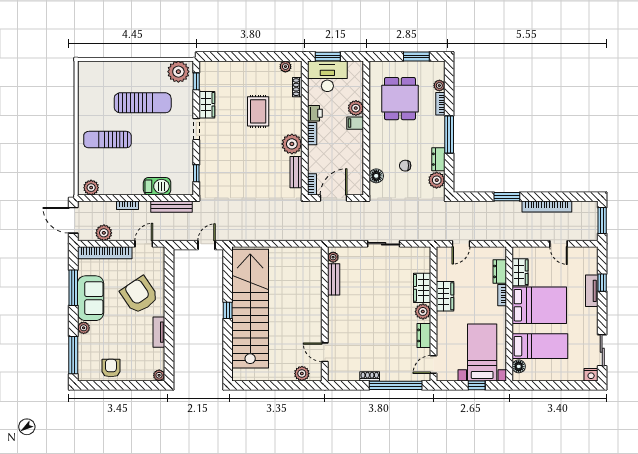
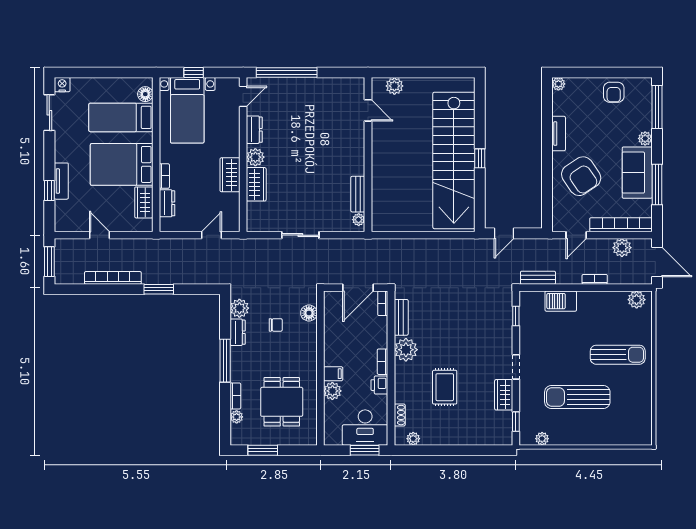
plant: (178, 72) -> (542, 439), width x0.53, depth x0.53
bench: (171, 207) -> (538, 278), width x0.73
shoe rack: (370, 376) -> (316, 83), removed

